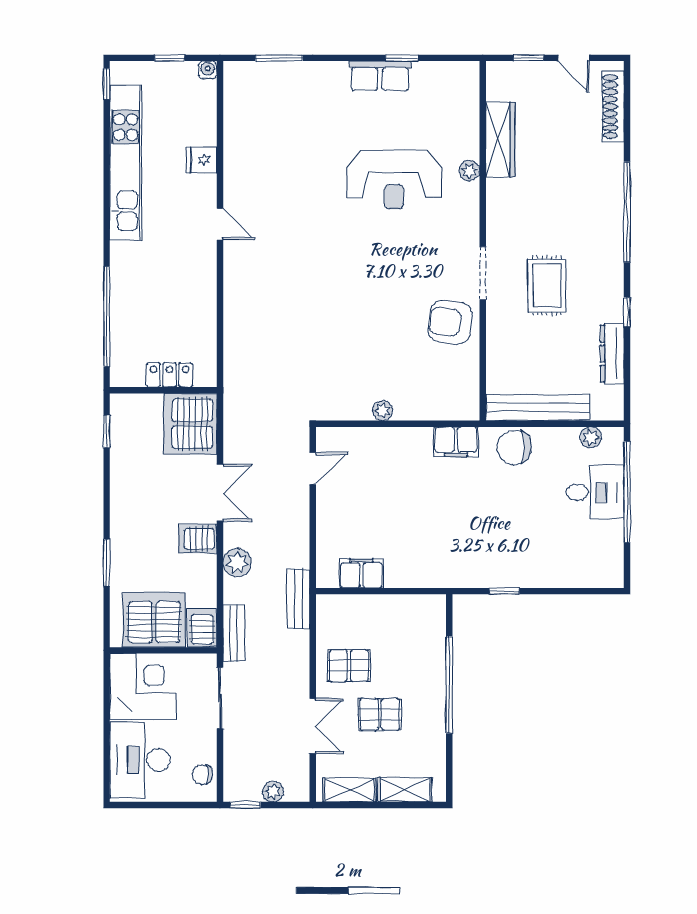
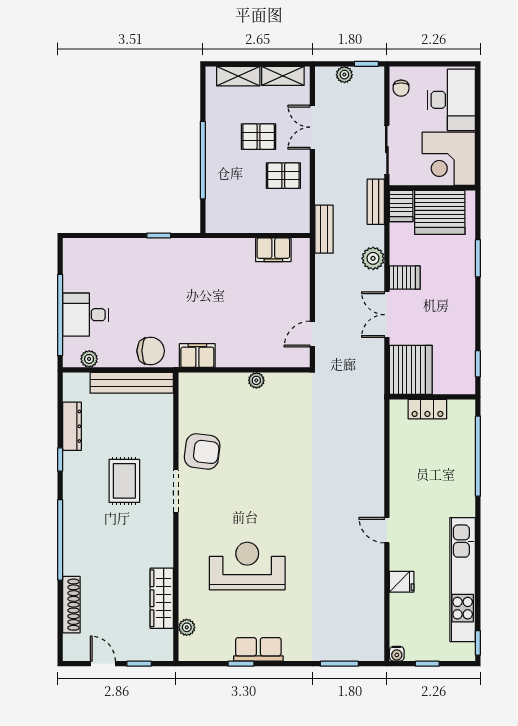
shoe rack: (613, 106) -> (71, 605), moved
plant: (469, 171) -> (187, 627), moved
chair: (202, 775) -> (401, 88), turned 90

